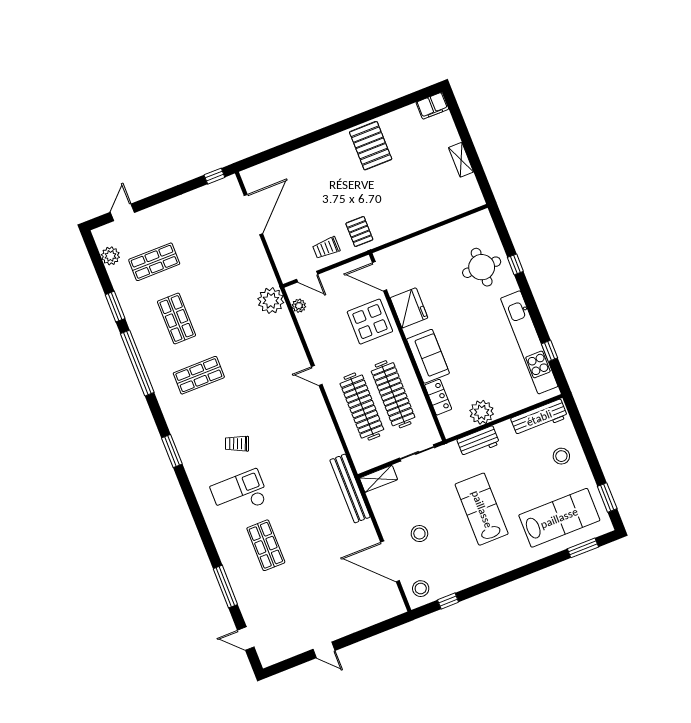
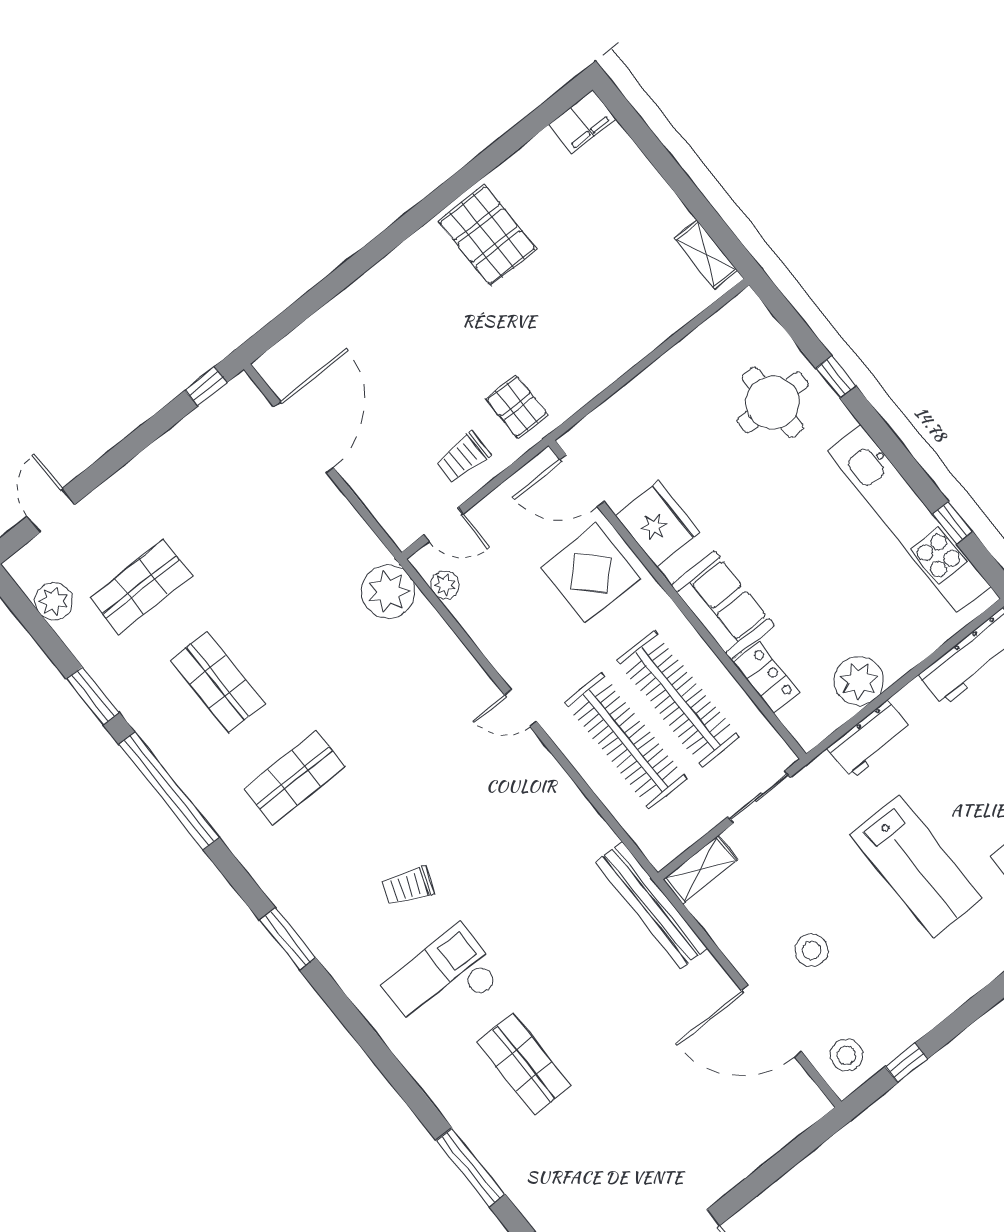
shelving: (461, 160) -> (706, 254), moved
lab bench: (482, 509) -> (916, 867), turned 180

